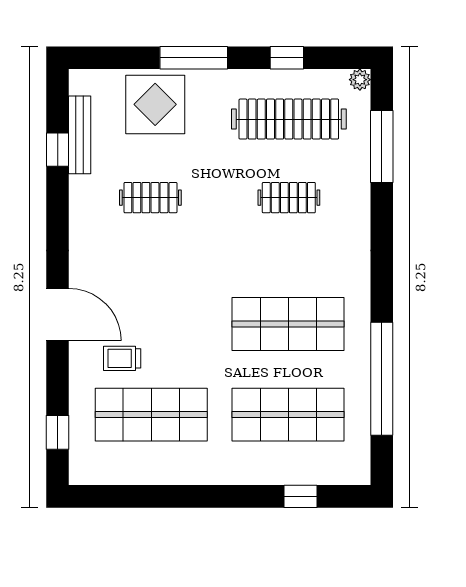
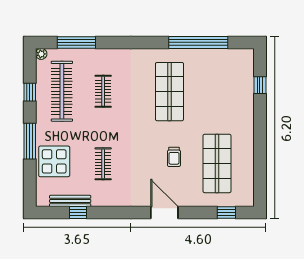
door: (58, 314) -> (164, 213), hinge flipped
trolley: (122, 358) -> (174, 157), moved
shop shelf: (288, 415) -> (217, 92), removed

